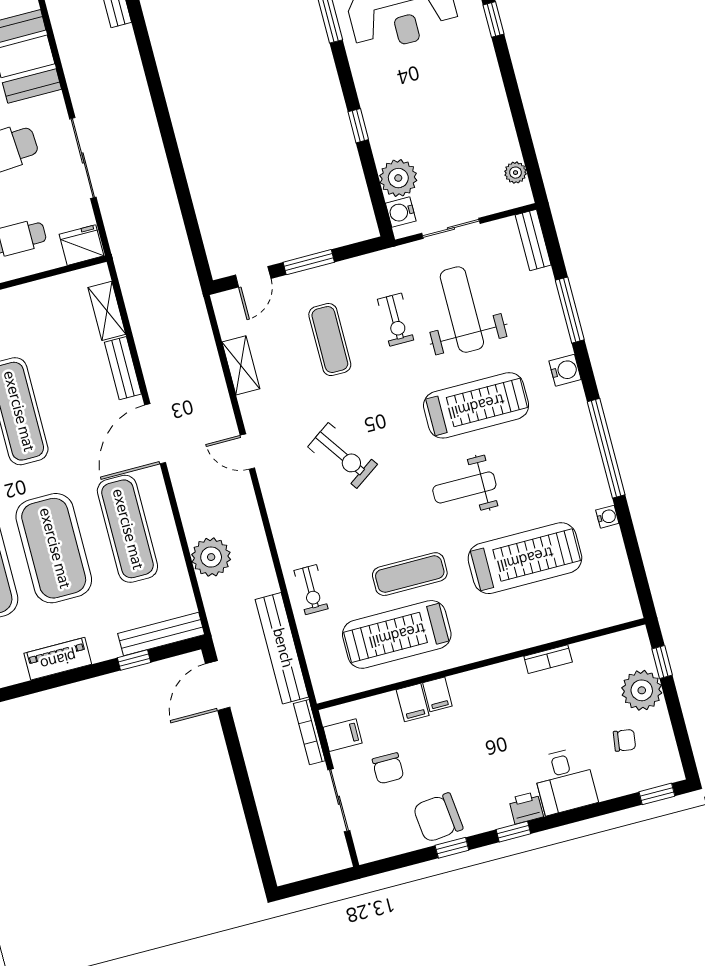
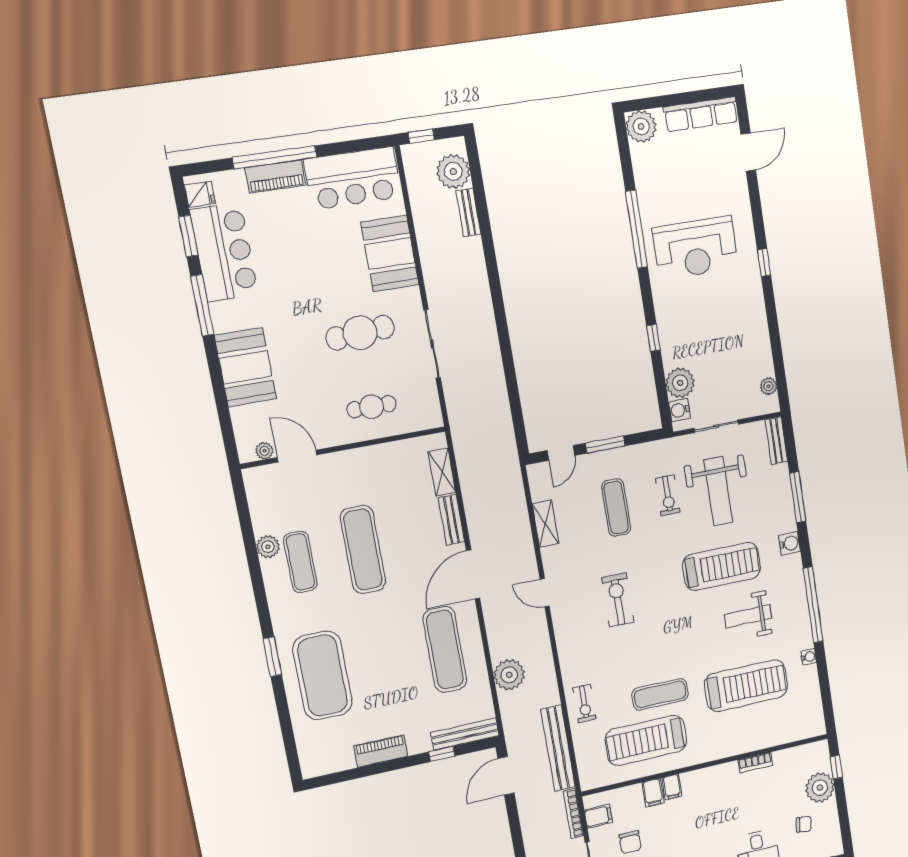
fridge: (81, 245) -> (426, 416), removed
weight bench: (462, 310) -> (718, 491), turned 180
exercise bike: (343, 455) -> (618, 600), turned -145
weight bench: (464, 487) -> (748, 616), moved
exercise mat: (54, 548) -> (384, 662), removed

